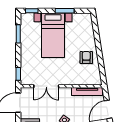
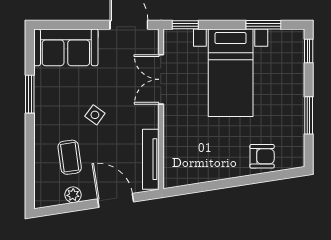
bed with nightstands: (53, 35) -> (231, 73), moved, turned -90
armchair: (86, 58) -> (262, 156), moved

